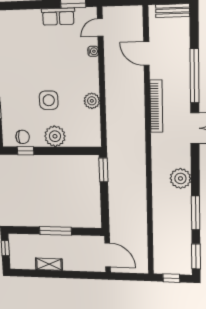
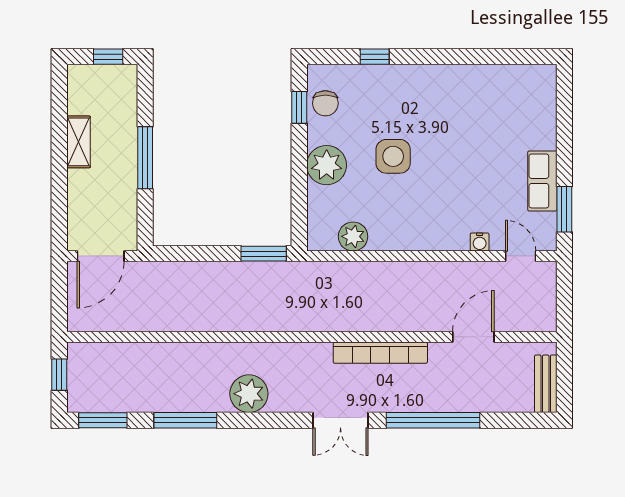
plant: (92, 101) -> (353, 236), moved

